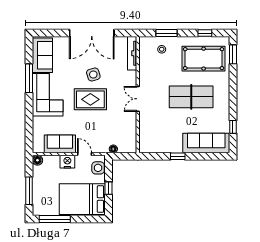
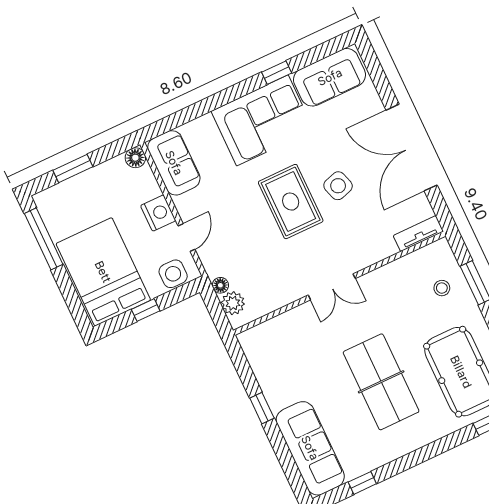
tv unit: (132, 53) -> (418, 234), width x0.71
window: (29, 78) -> (277, 73), width x0.46
double door: (138, 99) -> (332, 287), swing flipped
sofa: (60, 144) -> (174, 163), moved
plant: (124, 147) -> (233, 303), added
window: (29, 191) -> (73, 169), width x0.69

